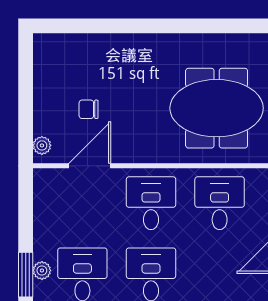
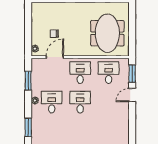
meeting table: (217, 108) -> (107, 33), turned 90
window: (26, 275) -> (28, 81), moved

